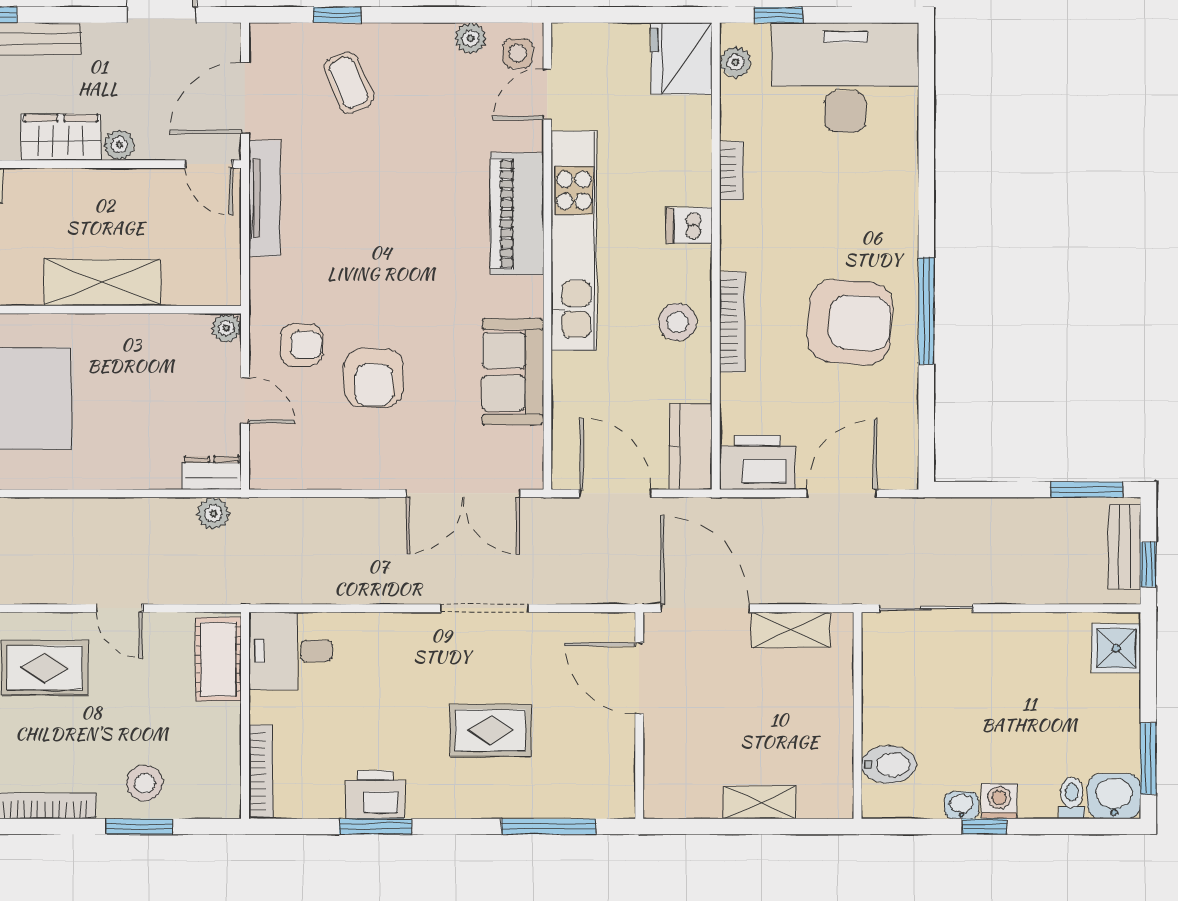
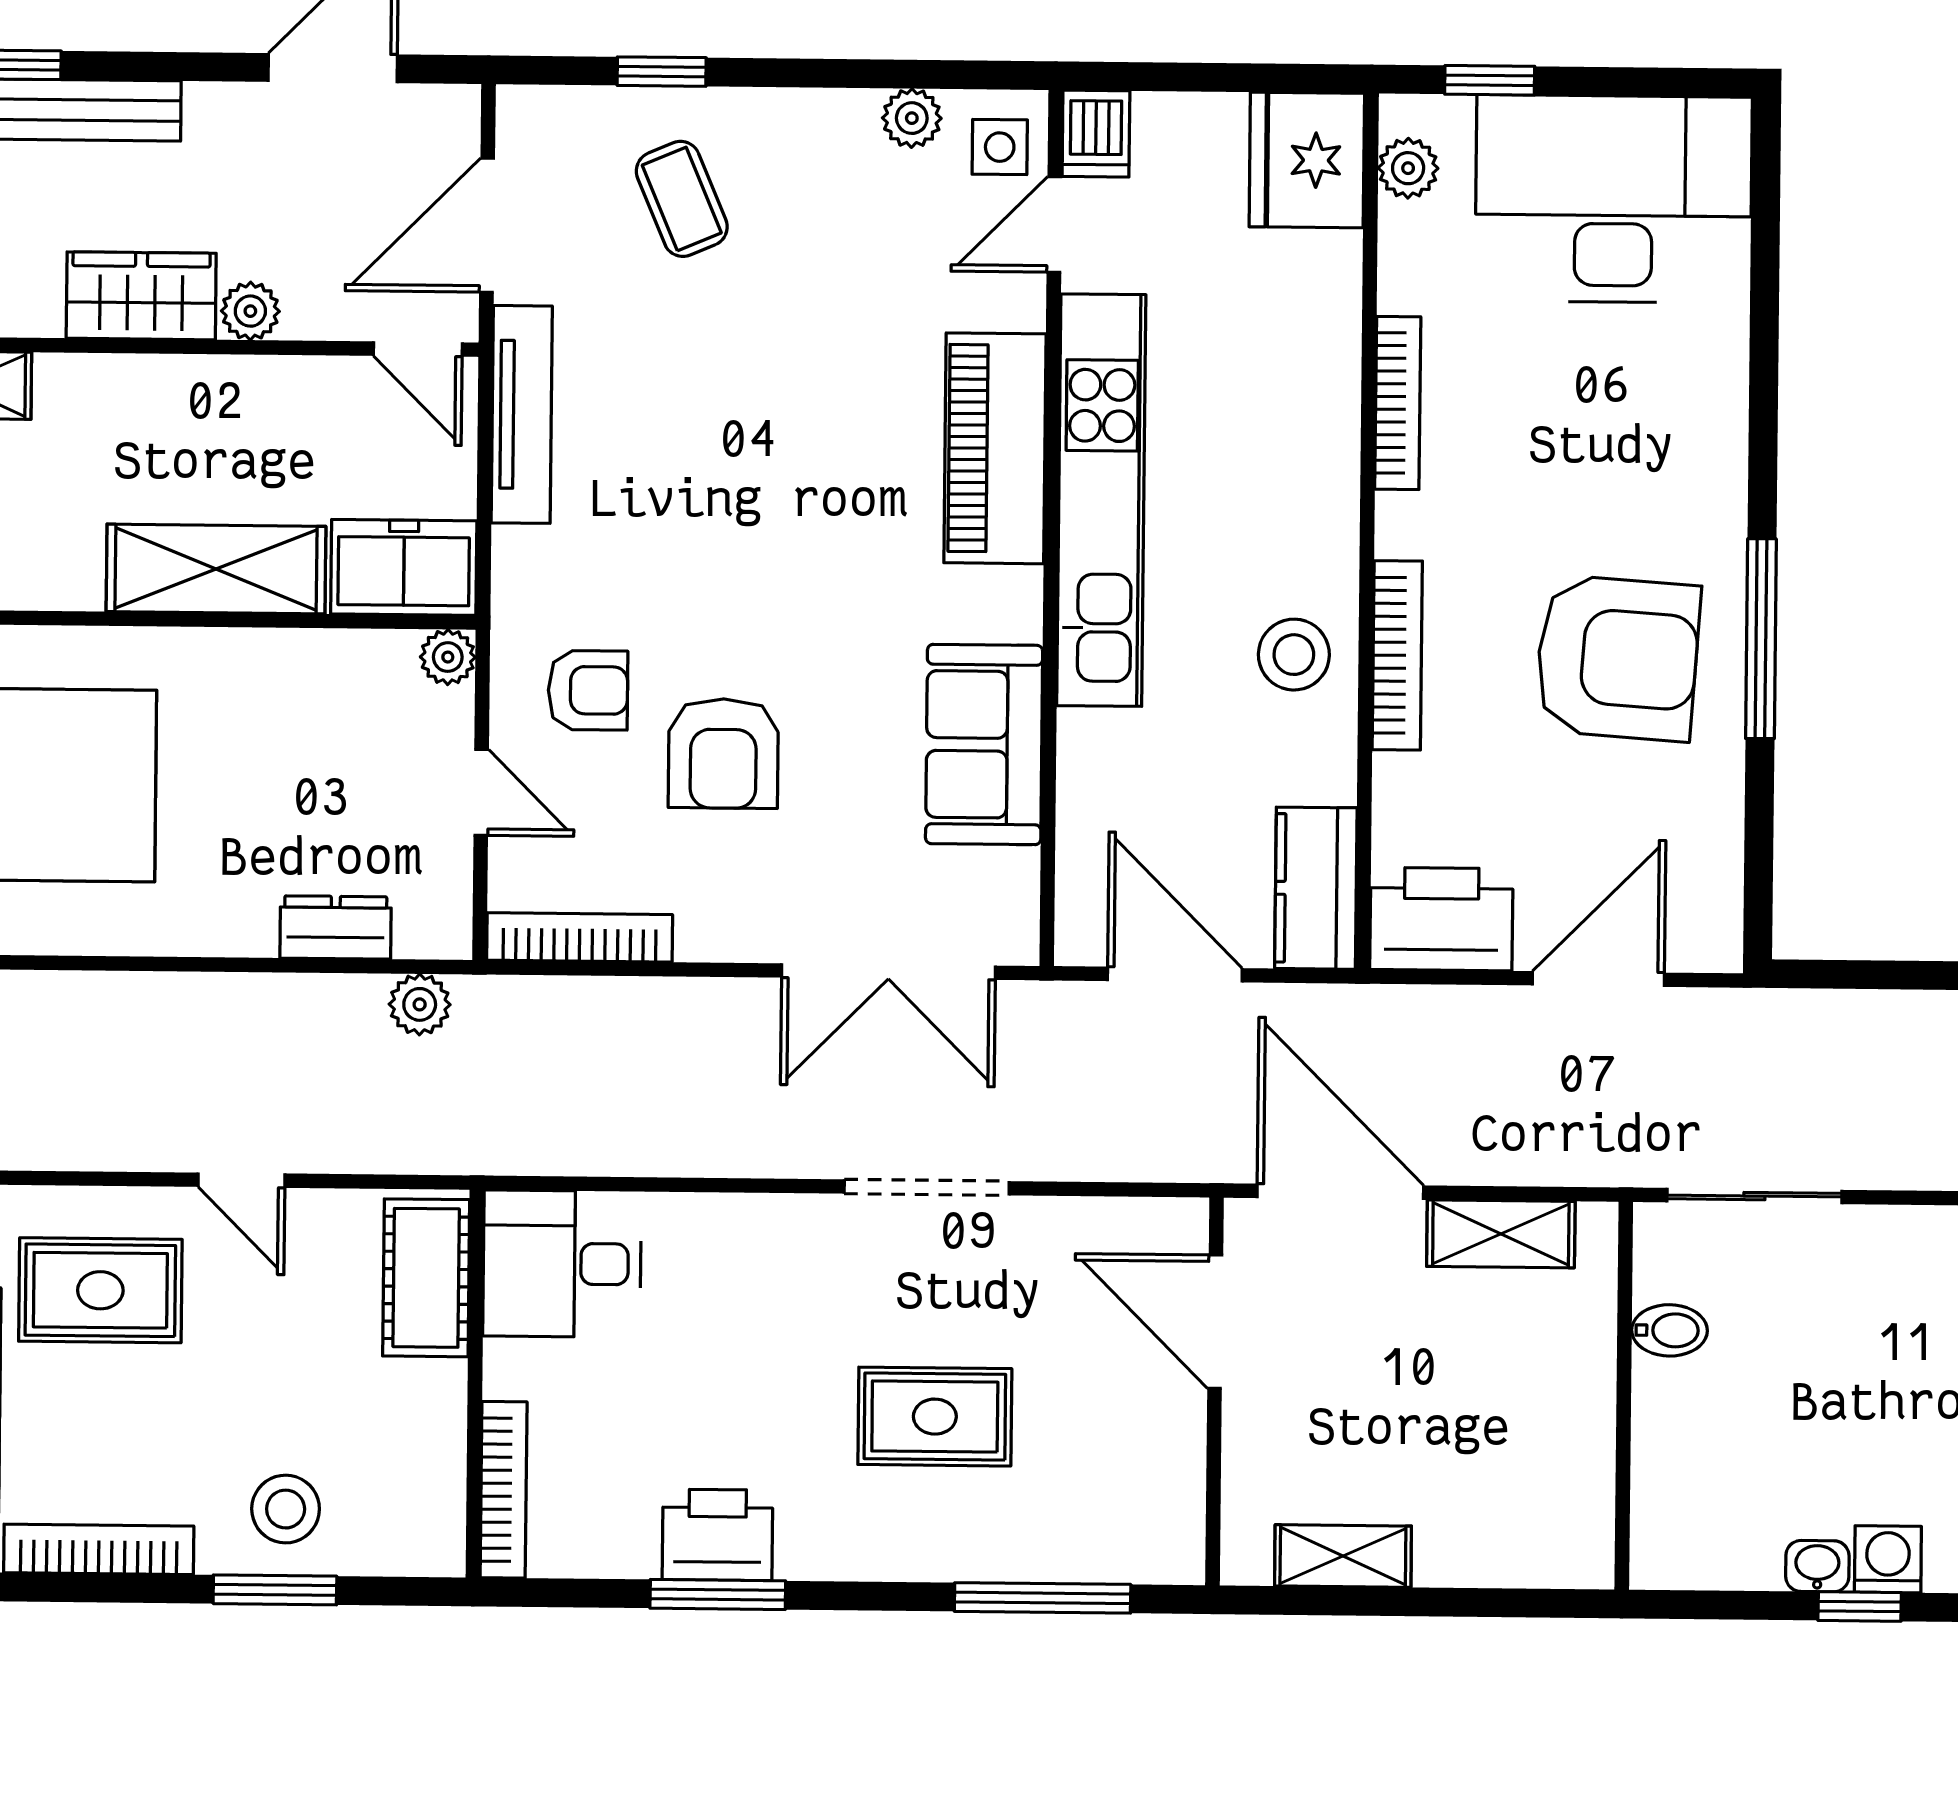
bookcase: (731, 171) -> (1398, 403), width x1.56
dishwasher: (689, 226) -> (1096, 134), moved, turned -90
freezer: (202, 281) -> (404, 567), added
dresser: (212, 473) -> (336, 927), moved
bookcase: (298, 477) -> (580, 937), added
bidet: (889, 765) -> (1669, 1330), moved, width x0.72, depth x0.74
shelving: (760, 802) -> (1343, 1556), moved

